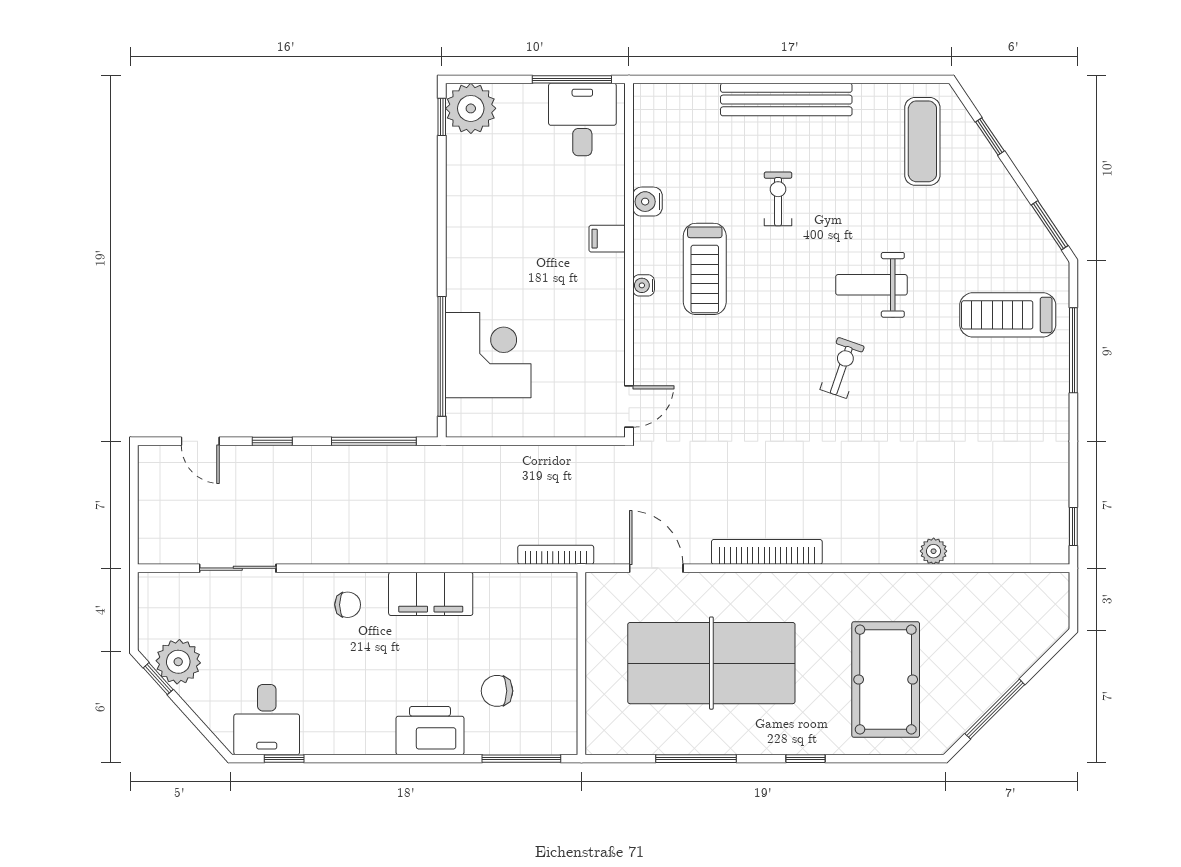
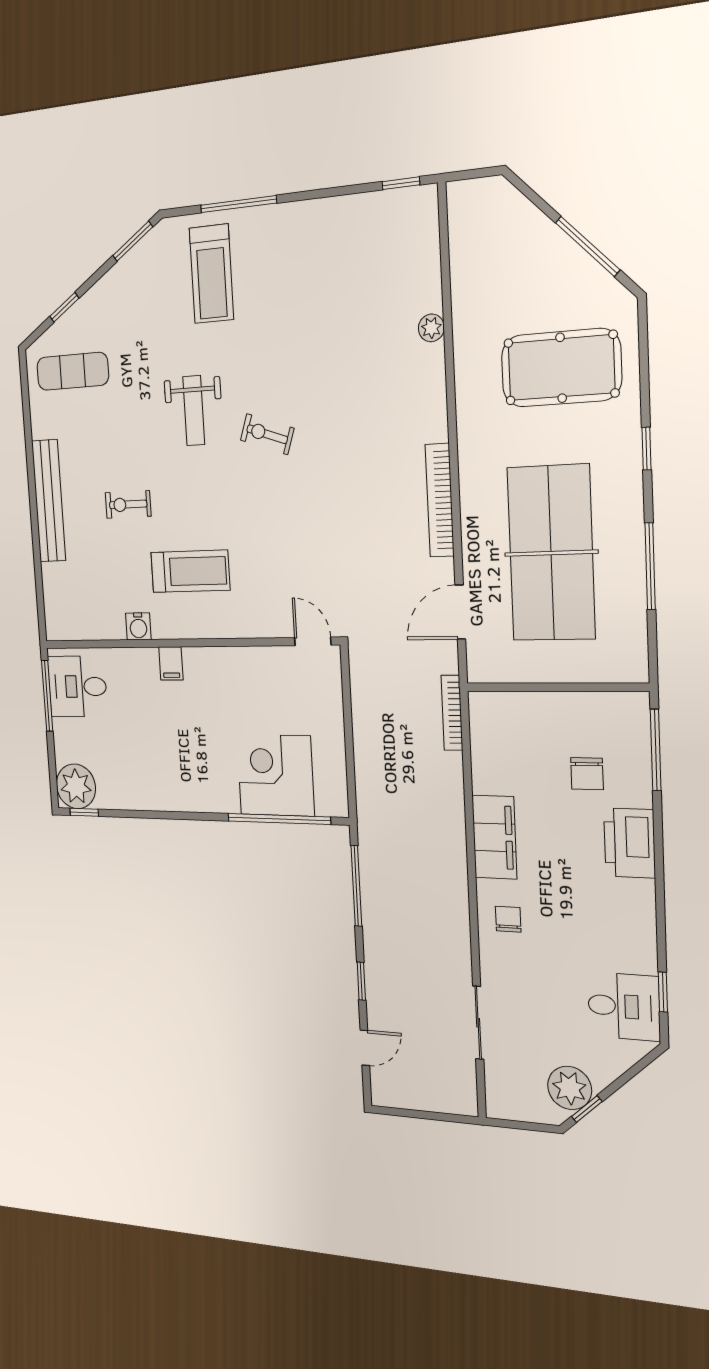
water cooler: (644, 285) -> (208, 629), removed

